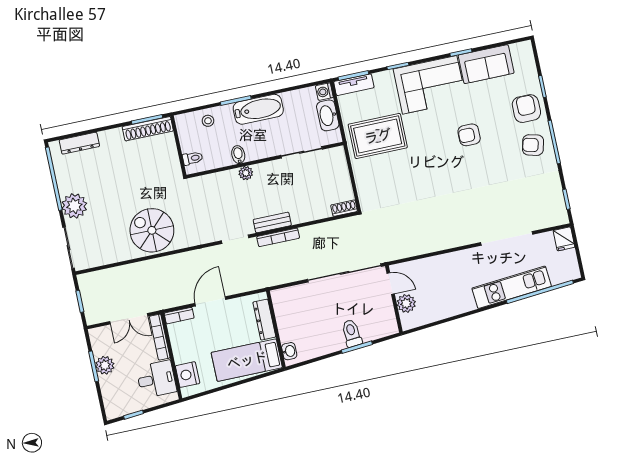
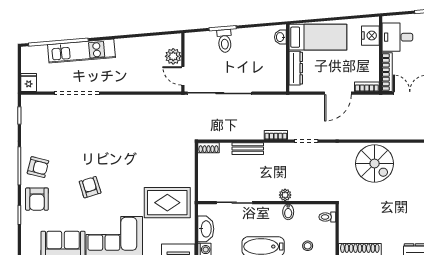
armchair: (469, 135) -> (90, 187), turned -107
bench: (272, 222) -> (248, 149), moved
bookcase: (278, 237) -> (276, 135), width x0.64

